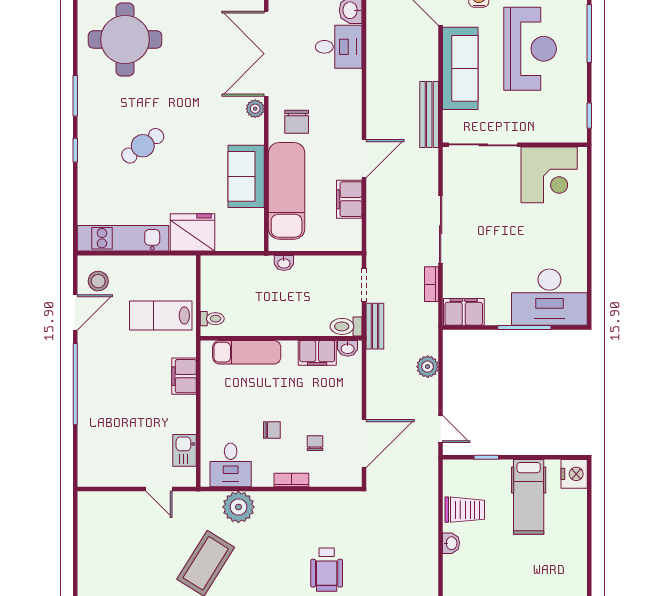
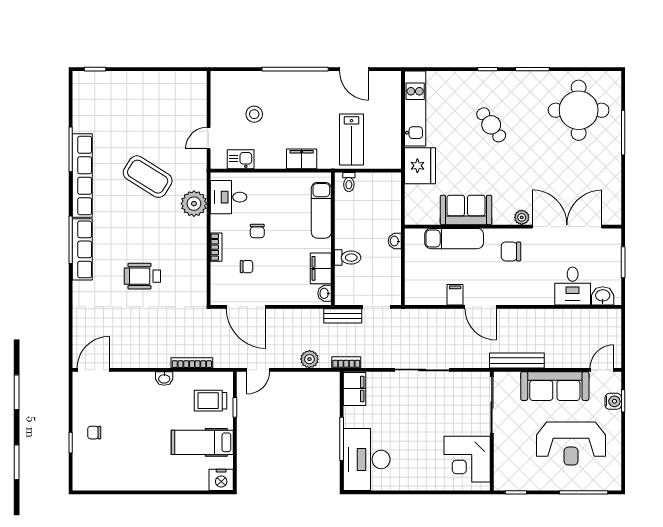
exam couch: (287, 191) -> (454, 239), width x0.73, depth x0.69
filing cabinet: (349, 199) -> (455, 295), width x0.50
stool: (98, 281) -> (254, 114), moved
bookcase: (431, 284) -> (346, 362), moved
lab bench: (161, 315) -> (352, 140), turned 180
toilet: (346, 326) -> (348, 258), moved, turned 90
bookcase: (432, 509) -> (192, 363), added
trolley: (465, 510) -> (210, 401), moved, turned 90

